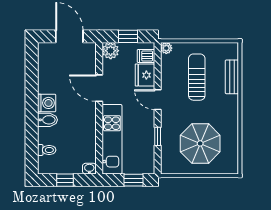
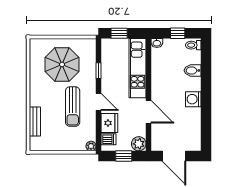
sun lounger: (197, 77) -> (73, 107), moved
bidet: (48, 120) -> (193, 70), moved
toilet: (47, 150) -> (193, 45), moved

